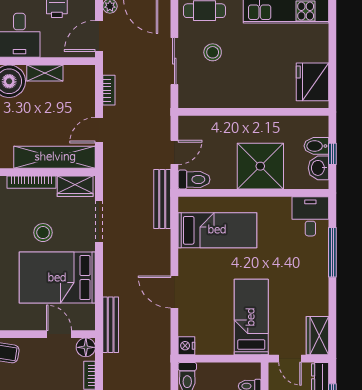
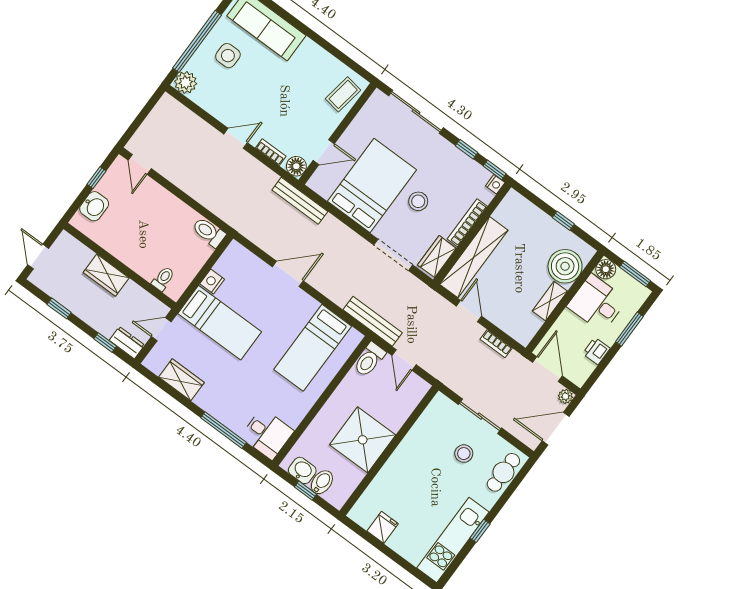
fridge: (312, 82) -> (383, 527), width x0.53, depth x0.75
shower: (260, 166) -> (363, 440), moved
wardrobe: (318, 336) -> (181, 380), moved
nightstand: (186, 346) -> (212, 282), moved, turned -90

